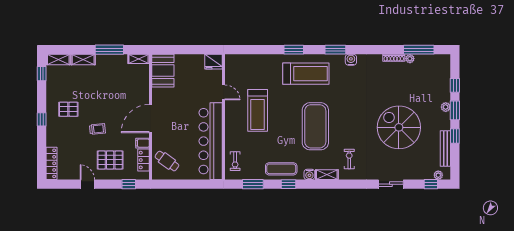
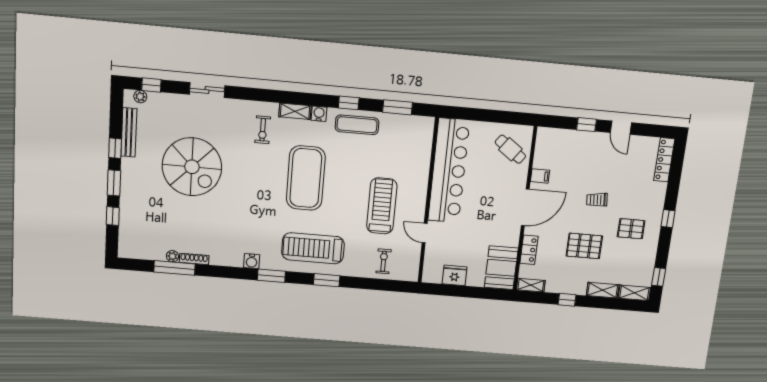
window: (109, 50) -> (567, 300), width x0.46
window: (419, 50) -> (174, 268), moved
fridge: (214, 62) -> (455, 275), moved
plant: (446, 107) -> (126, 188), removed
pallet: (110, 160) -> (584, 246), moved
locker: (143, 160) -> (529, 250), moved
exercise bike: (235, 161) -> (384, 261), moved
window: (129, 184) -> (587, 125), moved

